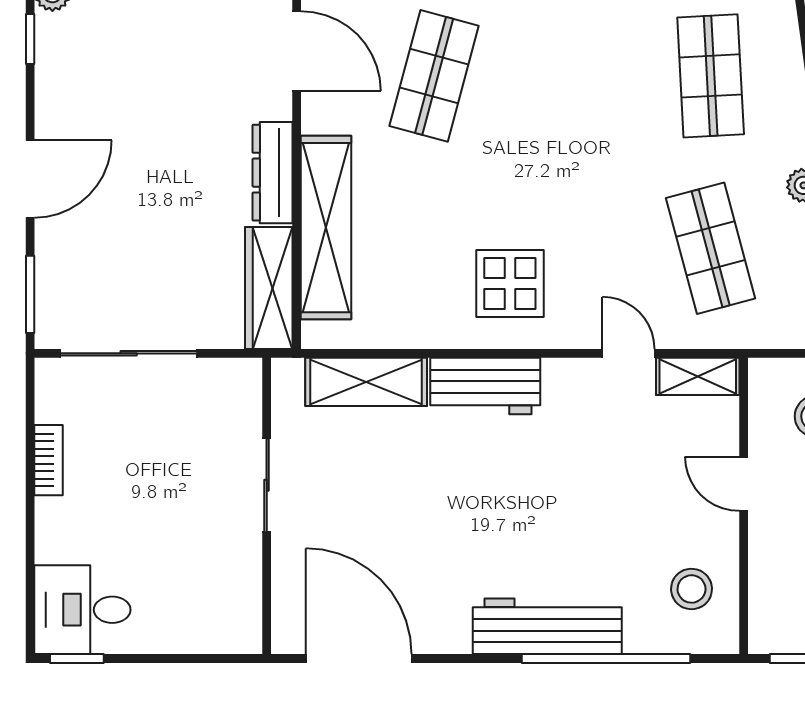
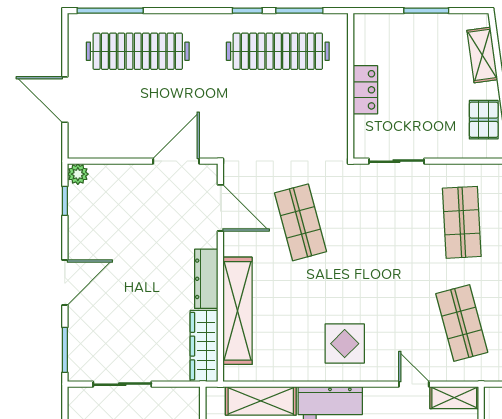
shop shelf: (434, 76) -> (300, 222), turned -30
sliding door: (129, 353) -> (122, 384), width x0.73

